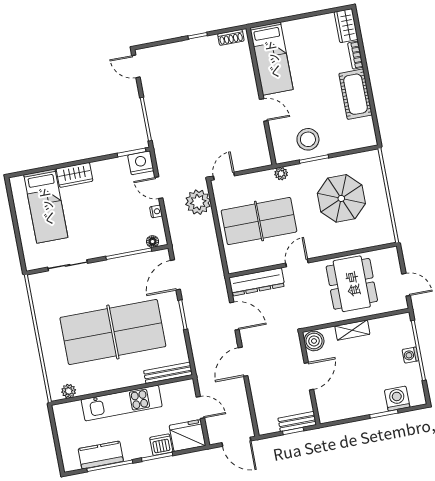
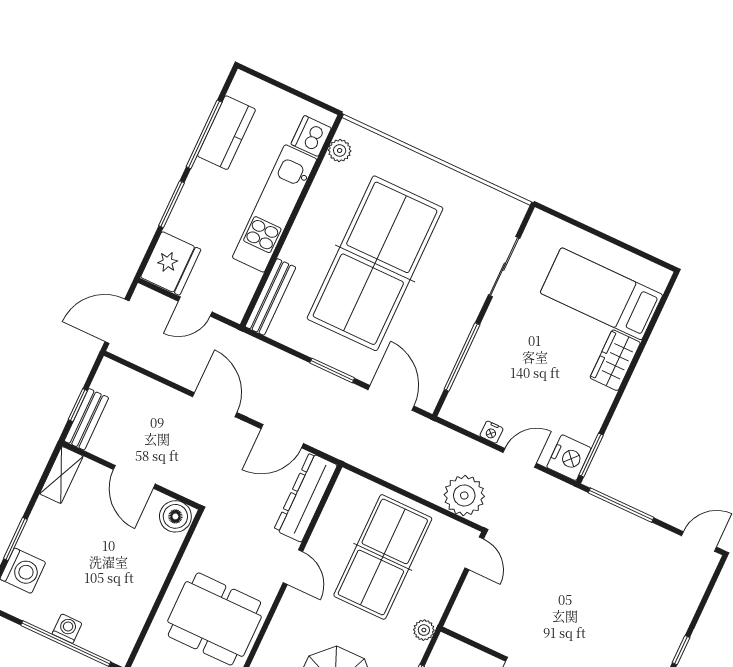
floor lamp: (153, 241) -> (456, 399), removed
shelving: (352, 330) -> (61, 475), moved
dishwasher: (161, 445) -> (311, 136), moved, turned 180

